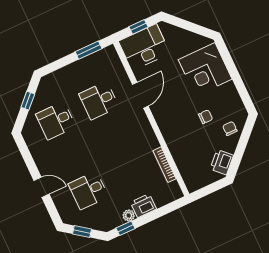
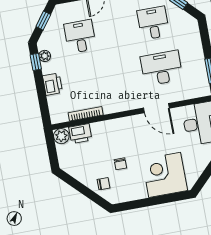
desk: (99, 100) -> (162, 68), width x1.37
printer: (222, 162) -> (80, 134), moved, turned 135
plant: (193, 183) -> (61, 136), added
plant: (129, 215) -> (45, 56), moved

